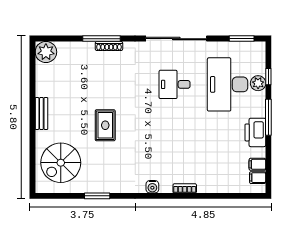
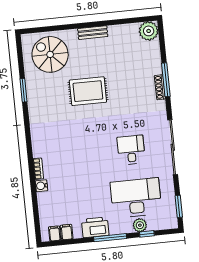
rug: (105, 125) -> (88, 91), width x1.36, depth x1.43
water cooler: (152, 187) -> (41, 186), moved

